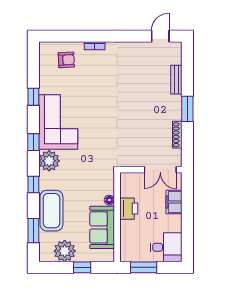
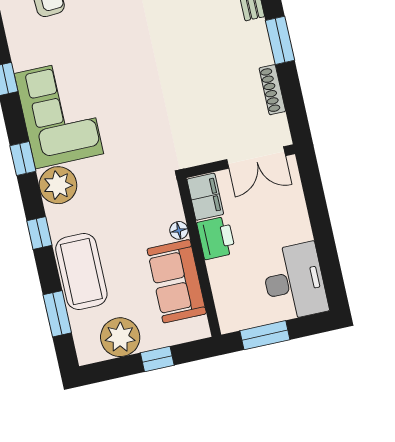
filing cabinet: (174, 202) -> (205, 197), moved, turned 180
desk: (166, 247) -> (294, 282), width x1.37

